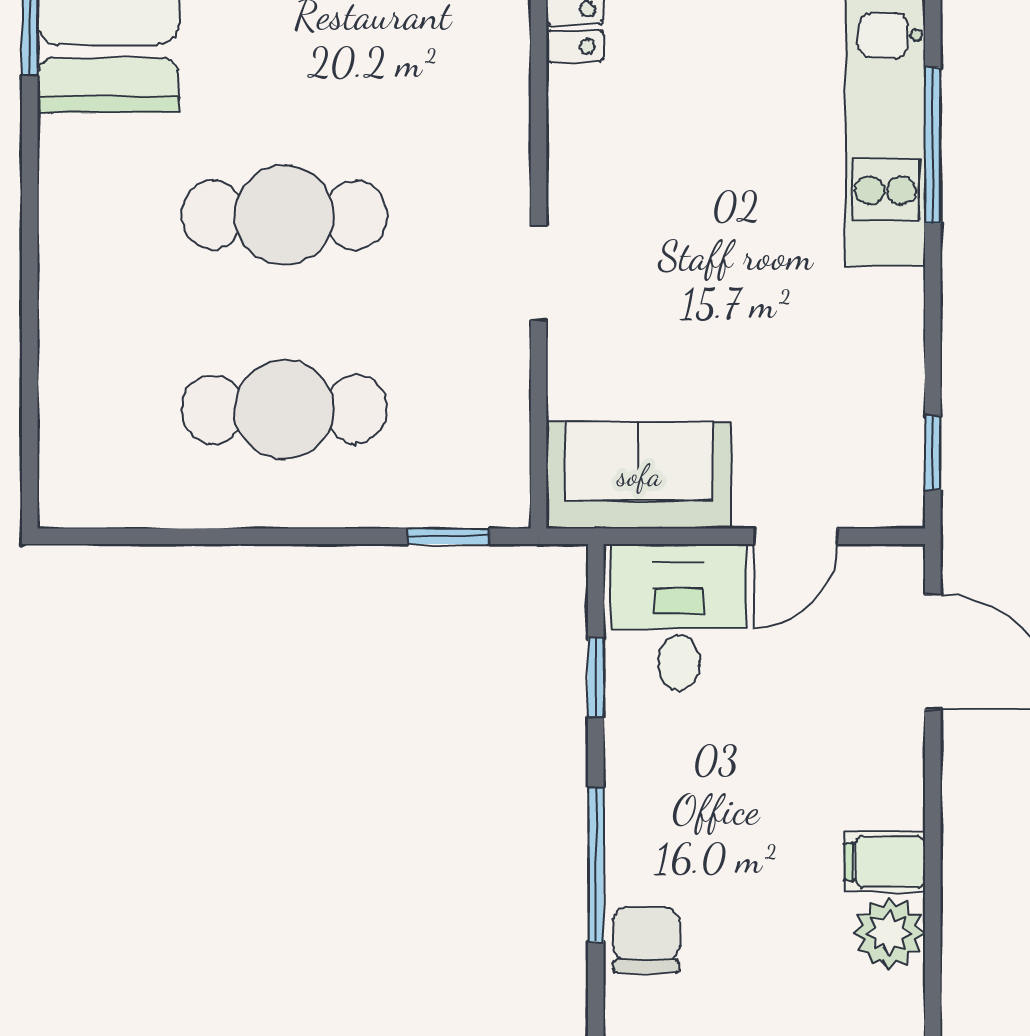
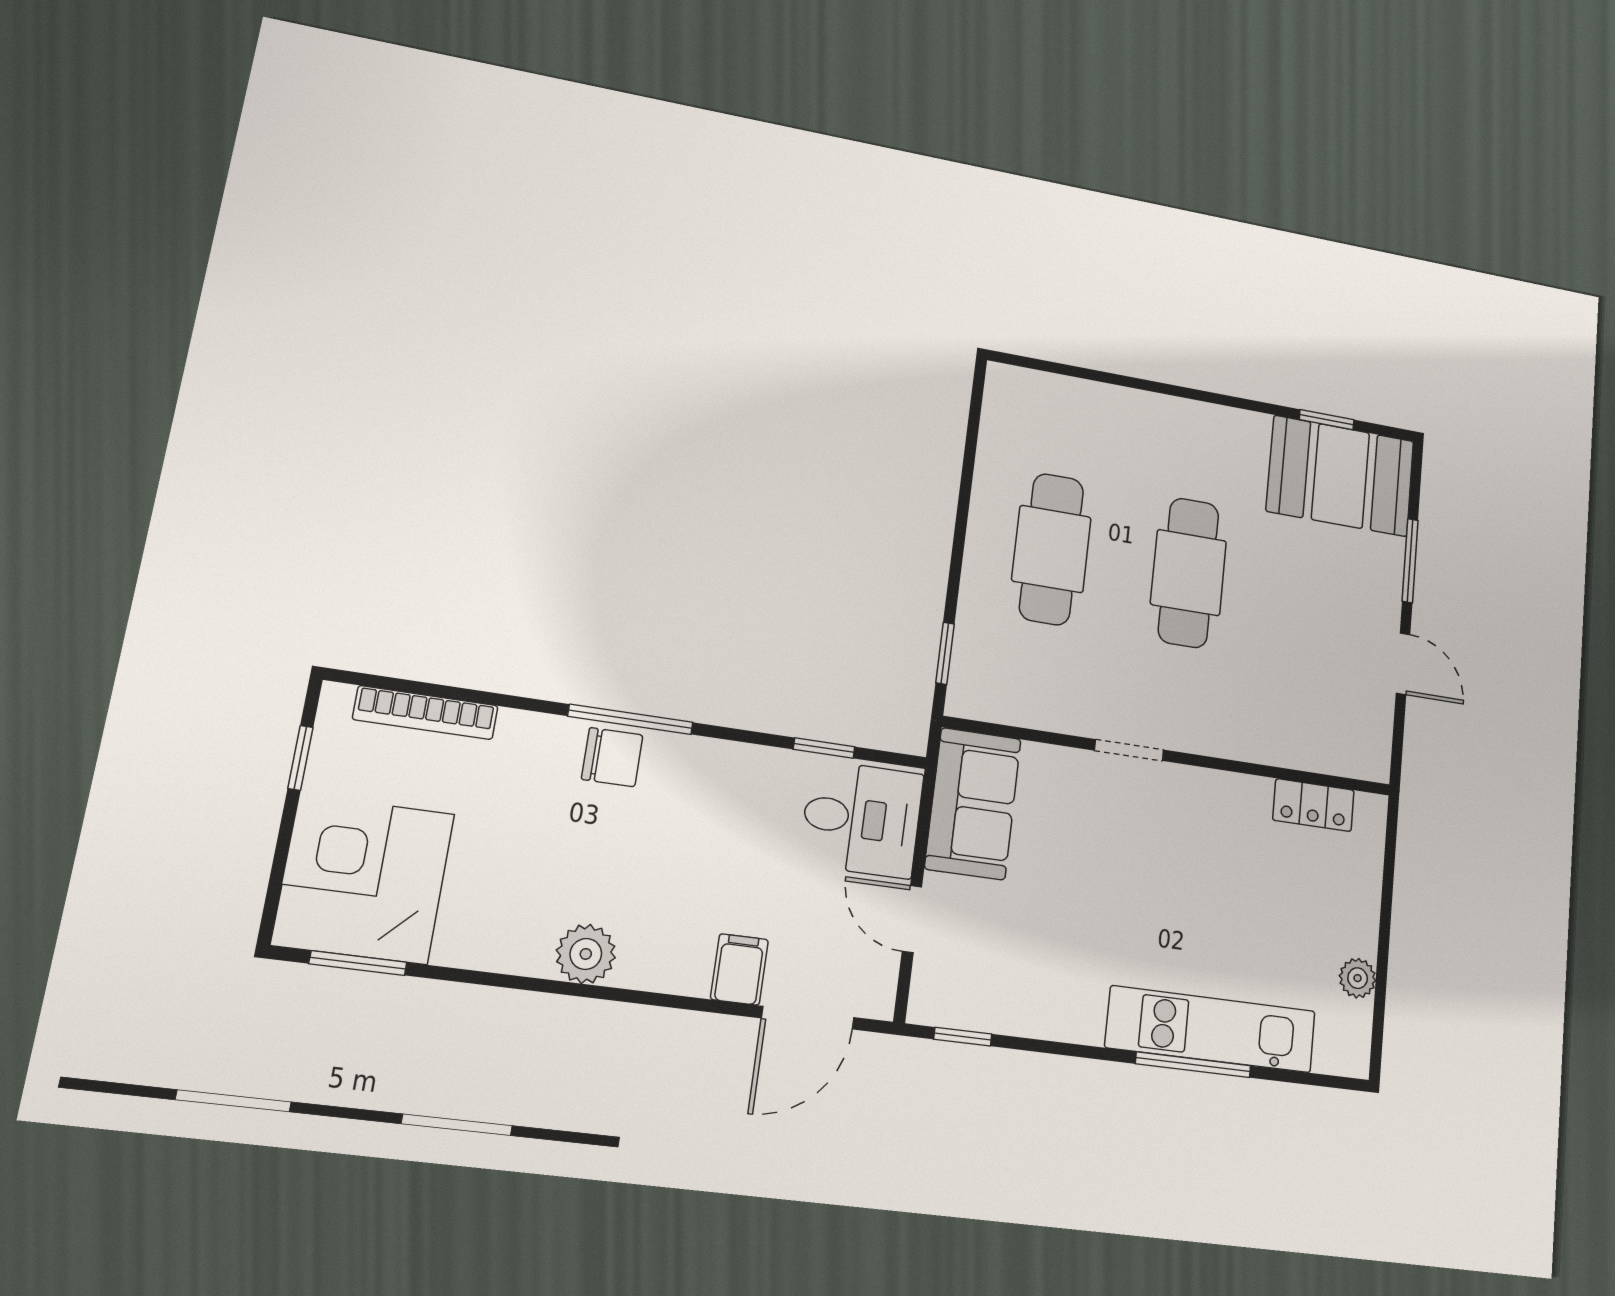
filing cabinet: (885, 862) -> (739, 969), moved
window: (596, 865) -> (631, 719), moved

